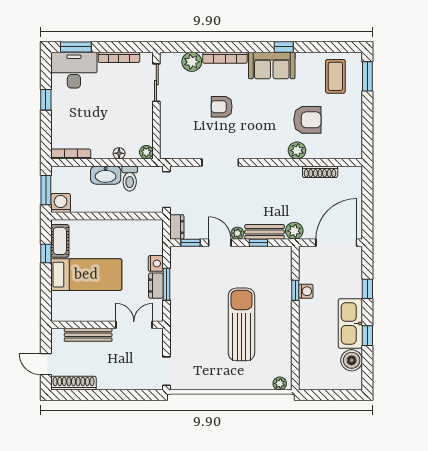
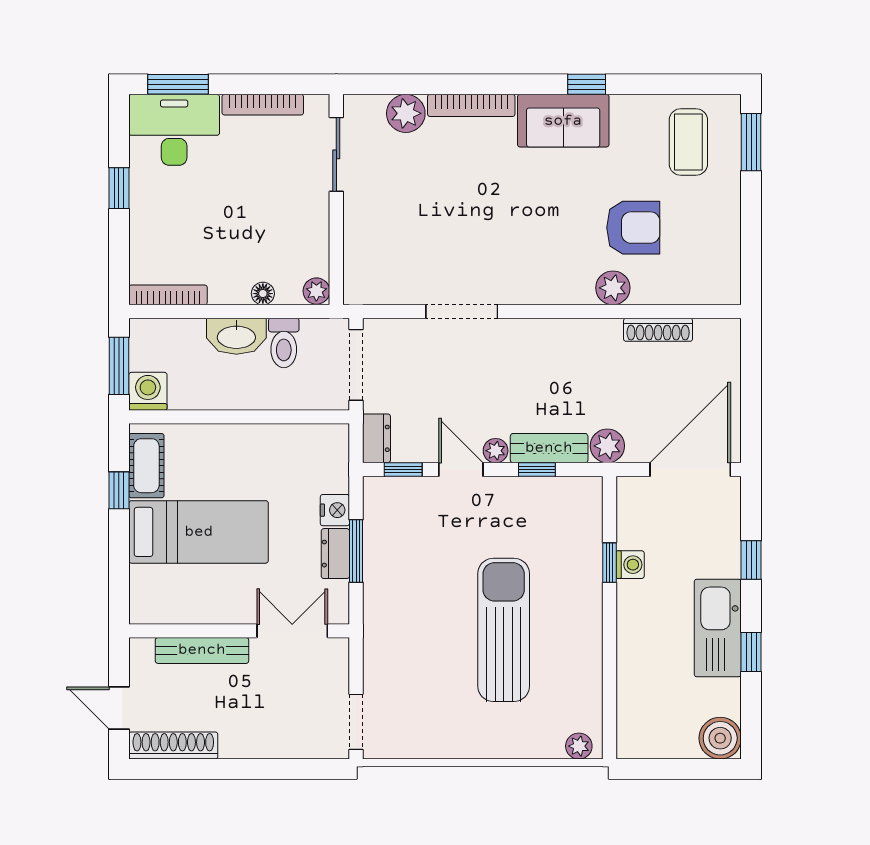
armchair: (222, 107) -> (465, 202), removed
boiler: (352, 360) -> (720, 738), moved

